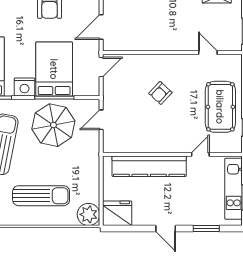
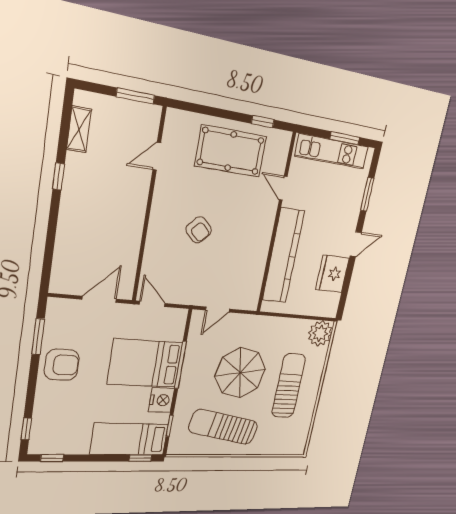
door: (101, 27) -> (99, 299), swing flipped
door: (101, 120) -> (218, 310), hinge flipped
parasol: (53, 125) -> (240, 373), moved
fridge: (117, 213) -> (332, 274), moved

